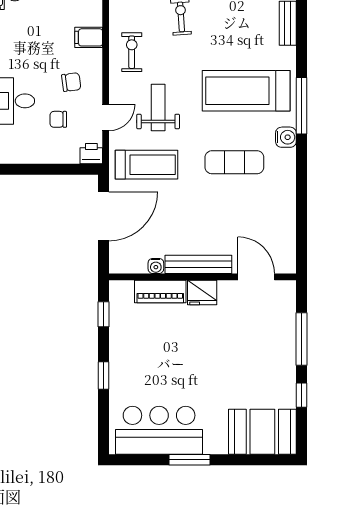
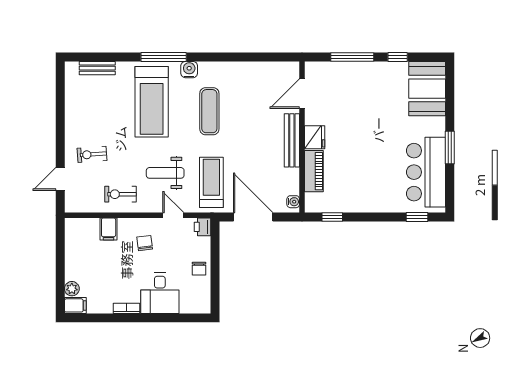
chair: (58, 119) -> (199, 269), moved
water cooler: (156, 266) -> (293, 202), moved
window: (104, 375) -> (417, 217), moved

